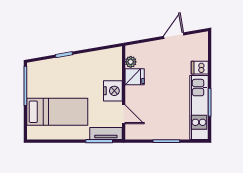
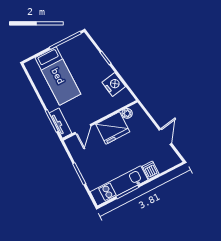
door: (174, 36) -> (165, 137), hinge flipped
fridge: (135, 77) -> (113, 128), width x1.88, depth x1.34
nightstand: (113, 91) -> (114, 84), moved, turned -100

